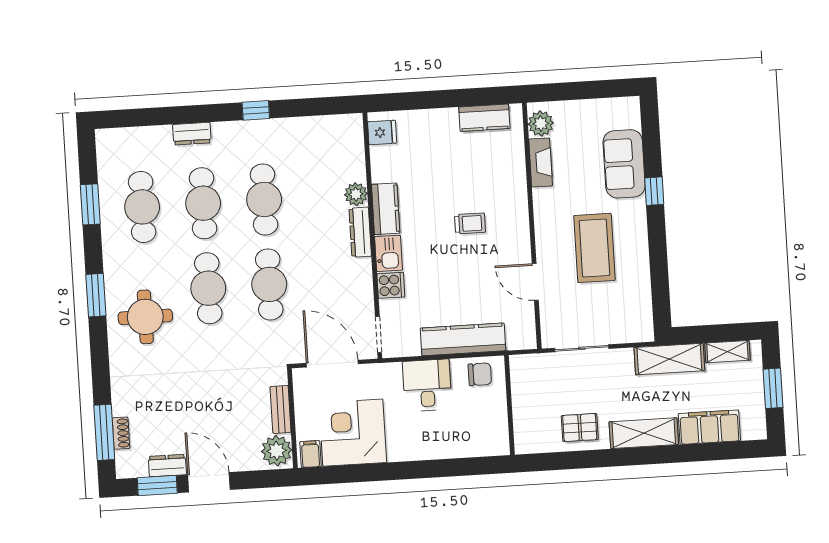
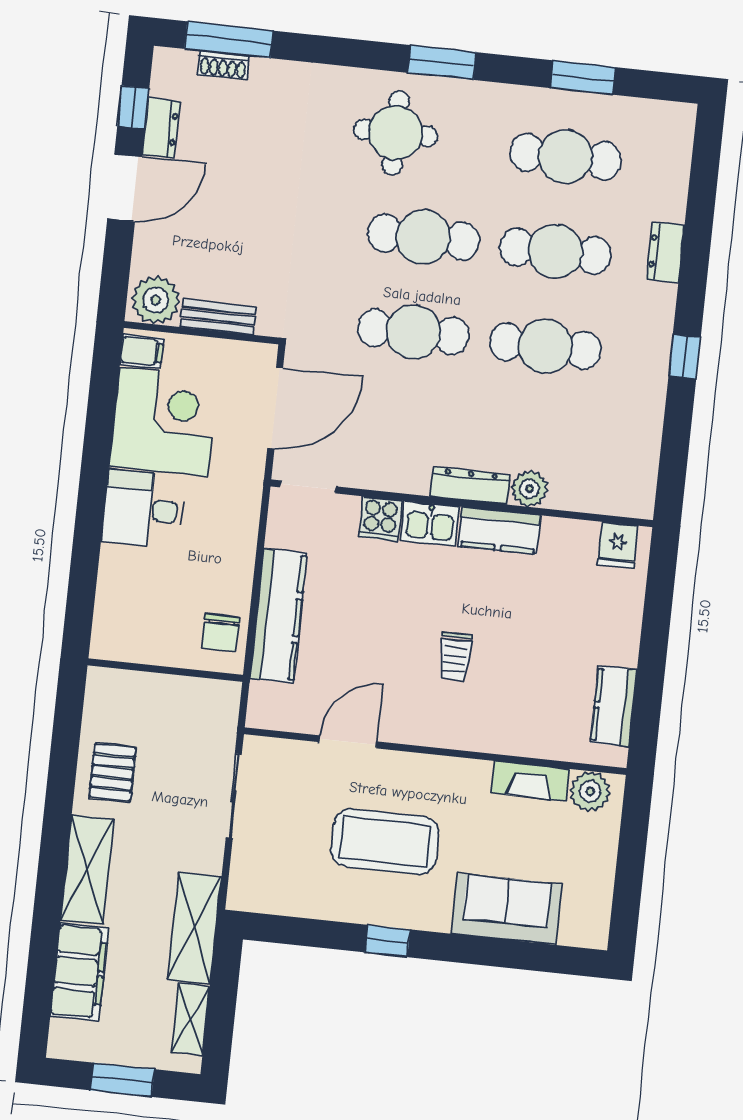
window: (654, 191) -> (387, 941), moved
desk: (427, 385) -> (144, 509), moved, turned 180
window: (157, 485) -> (133, 107), width x0.67

